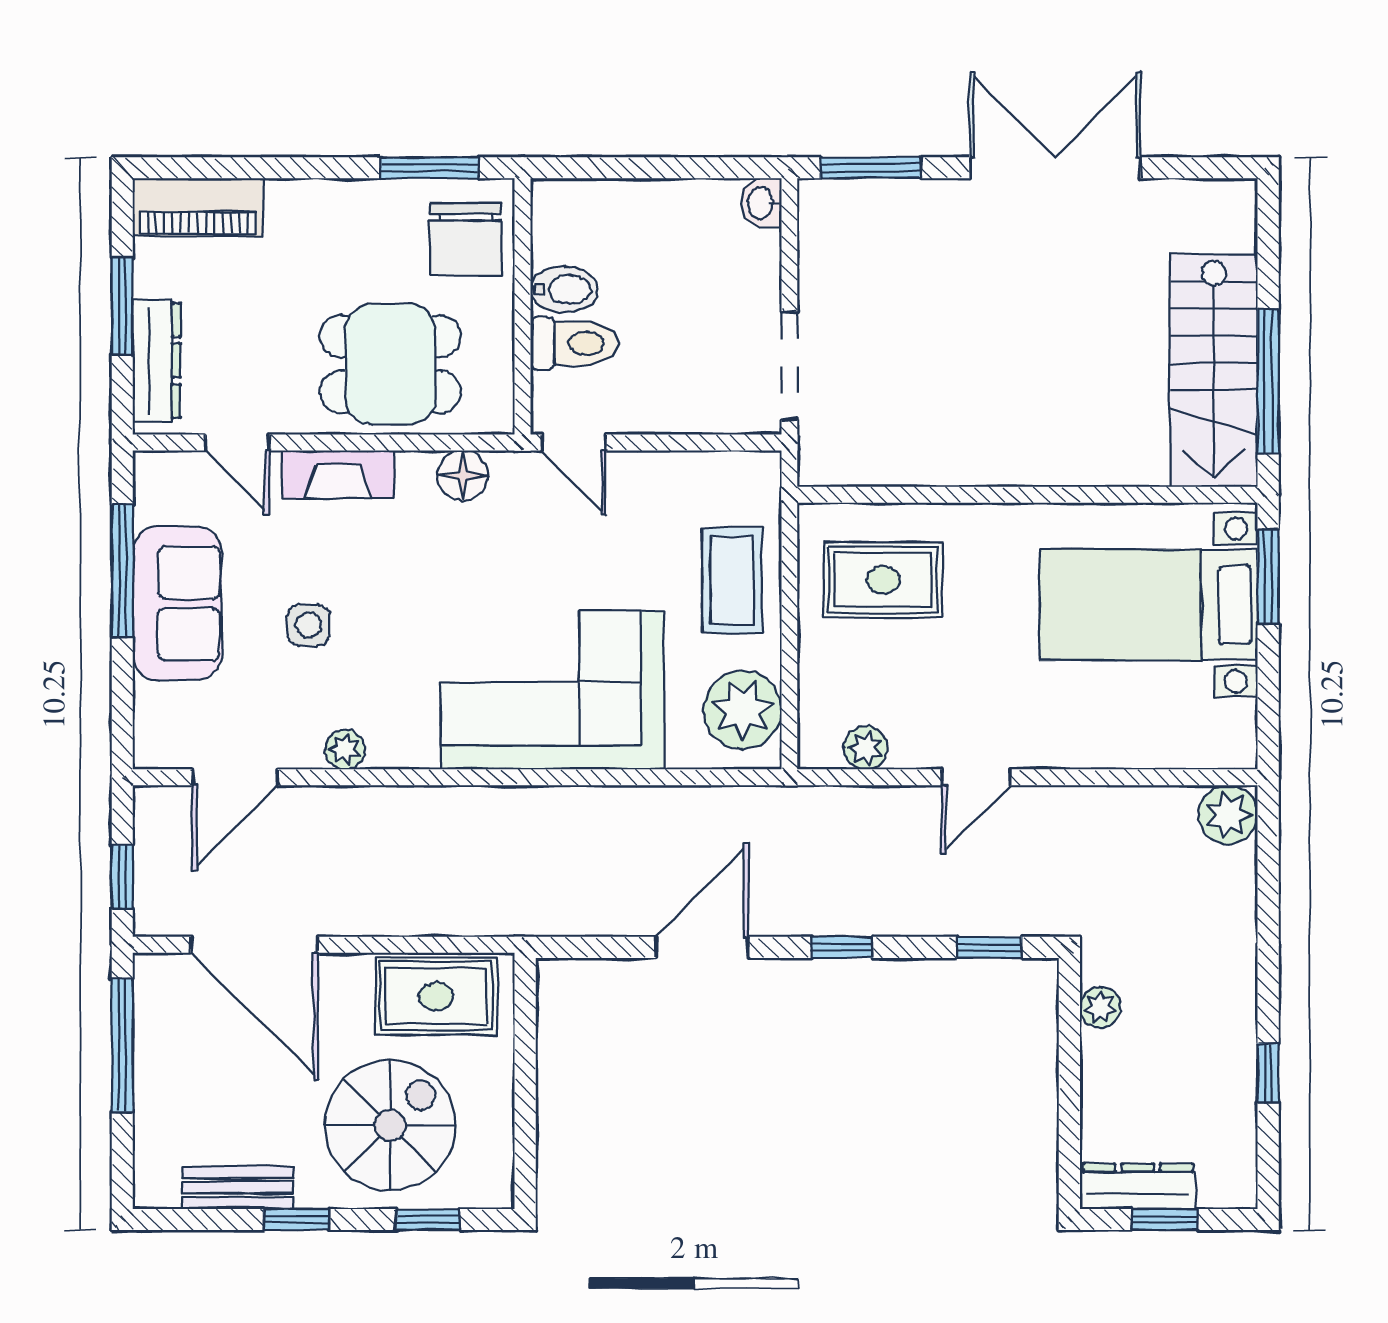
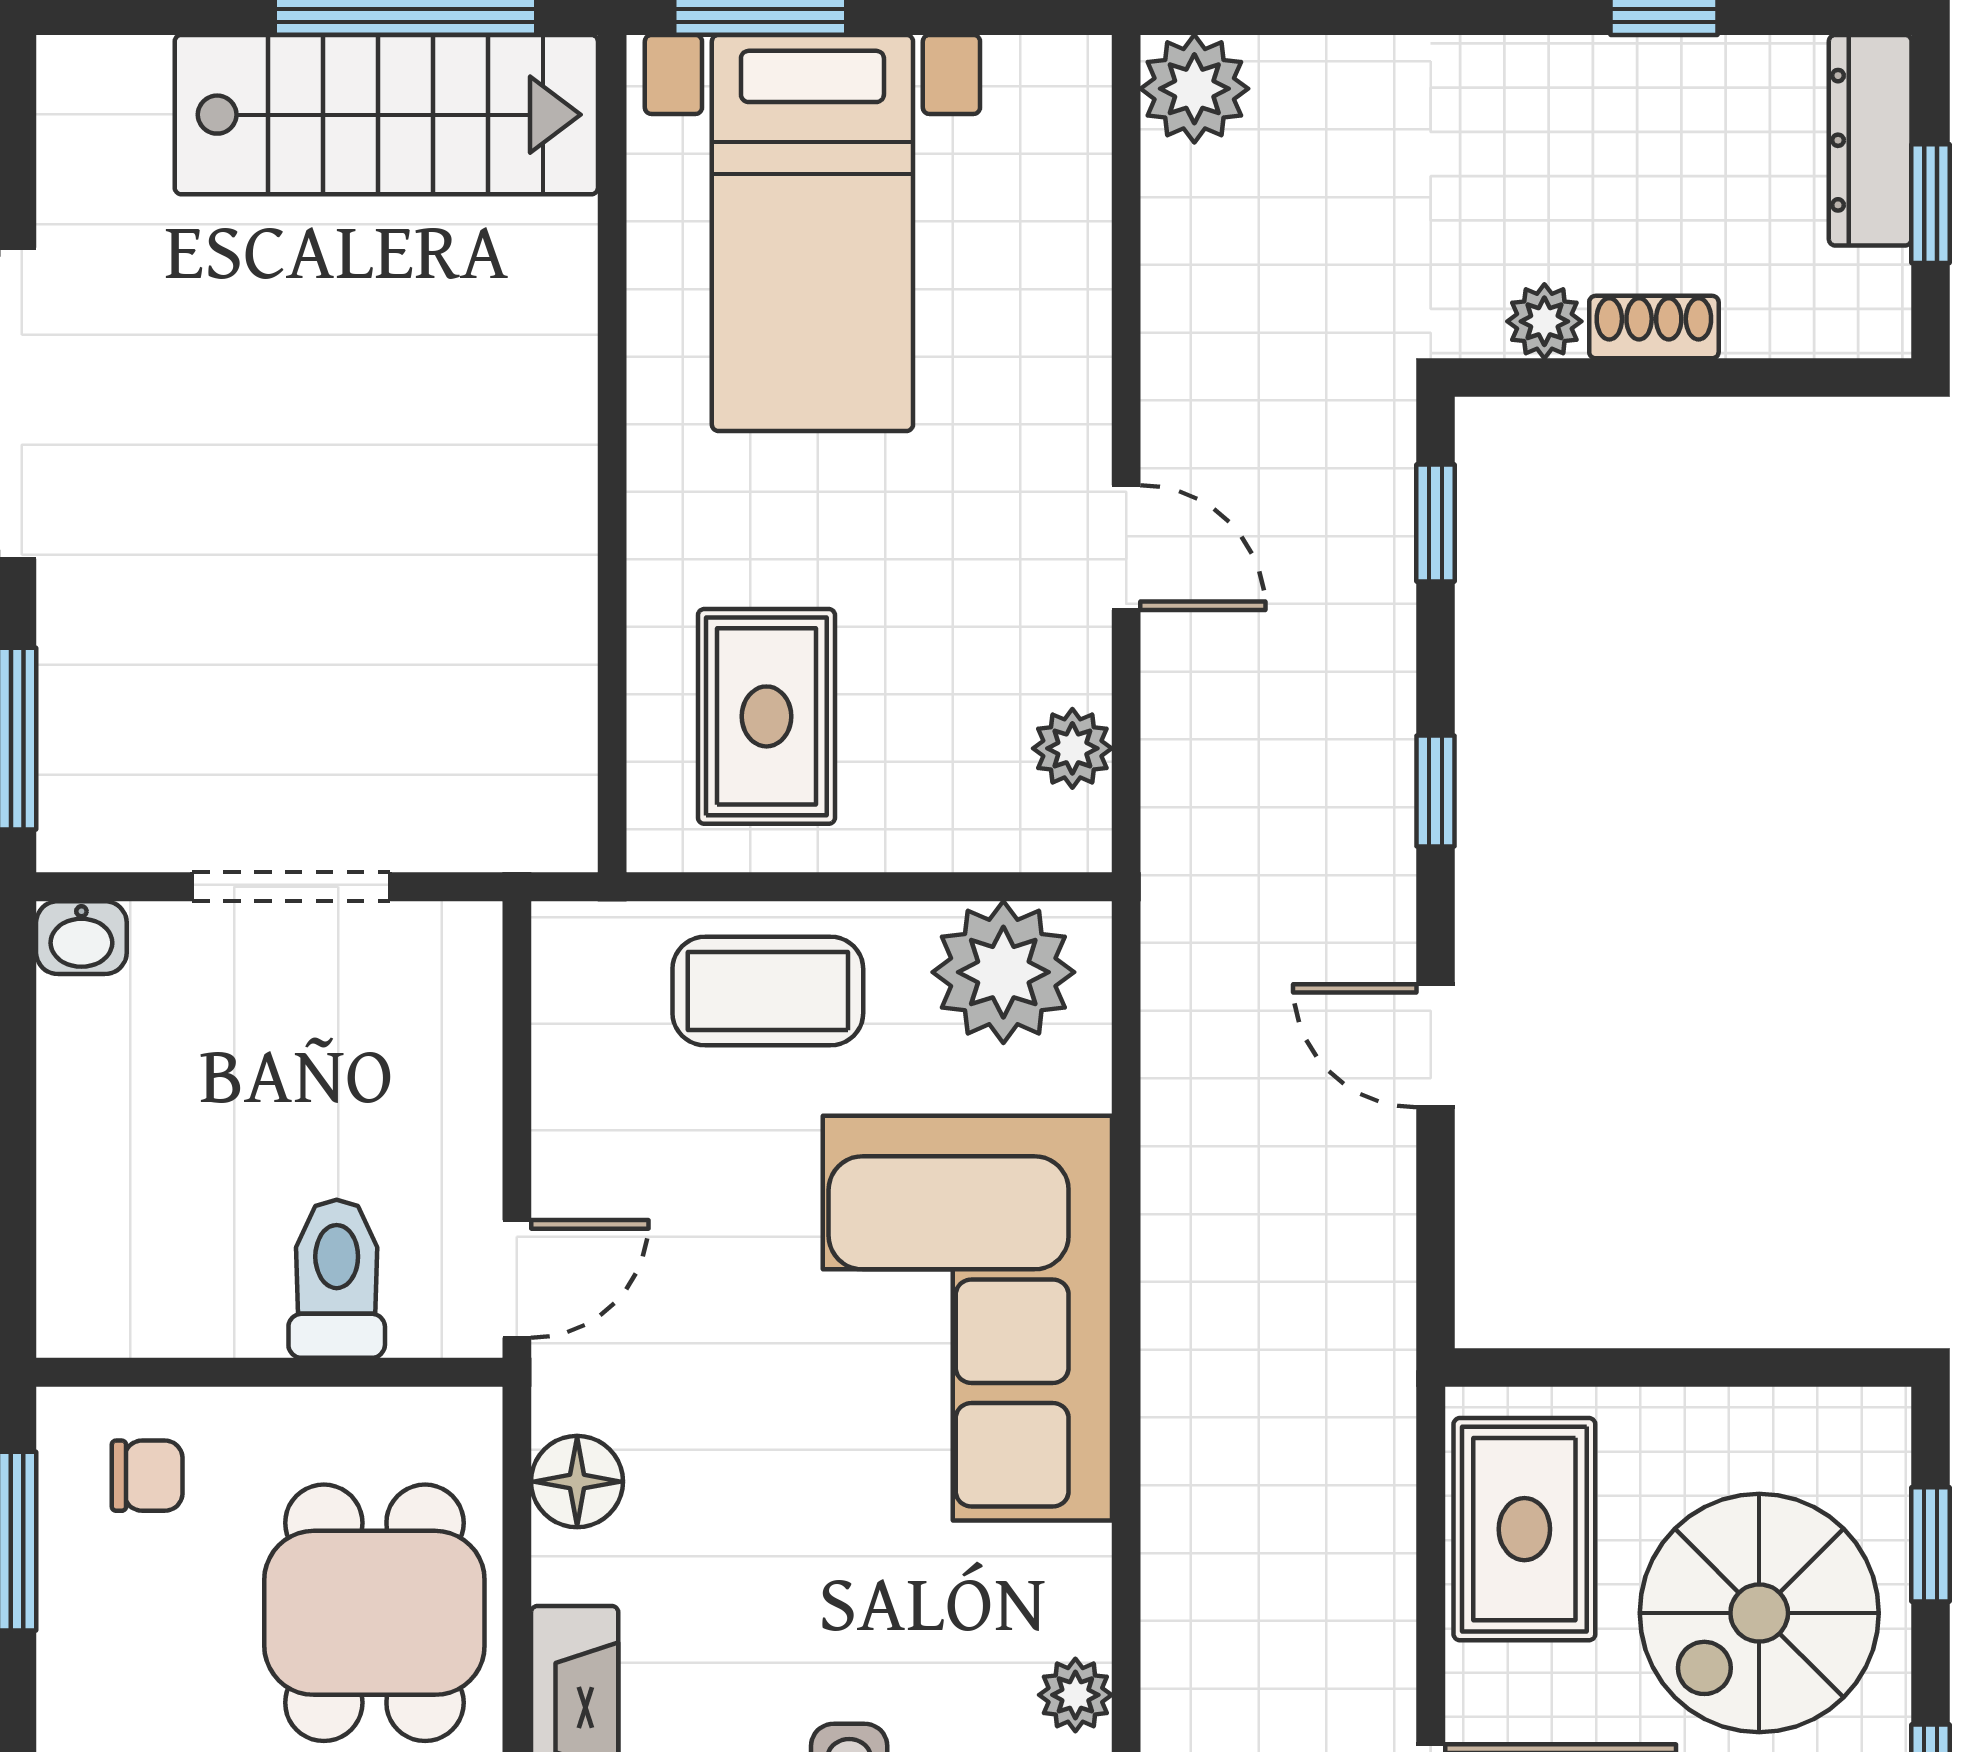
chair: (466, 239) -> (147, 1476), width x0.54, depth x0.54
bidet: (564, 289) -> (238, 1296), removed
doorway: (789, 366) -> (291, 887), moved
door: (702, 947) -> (1435, 1046), width x0.73
shoe rack: (1097, 1067) -> (1654, 327), added
spiral stairs: (390, 1125) -> (1759, 1613), turned -90
dresser: (1138, 1186) -> (1870, 140), moved

